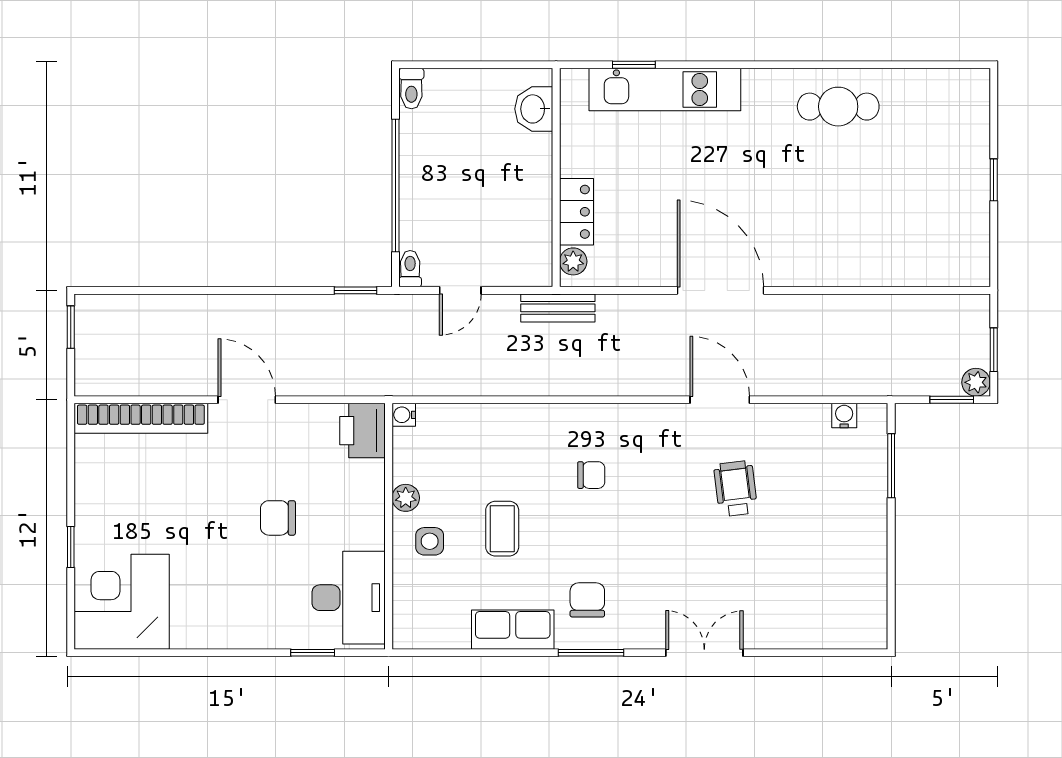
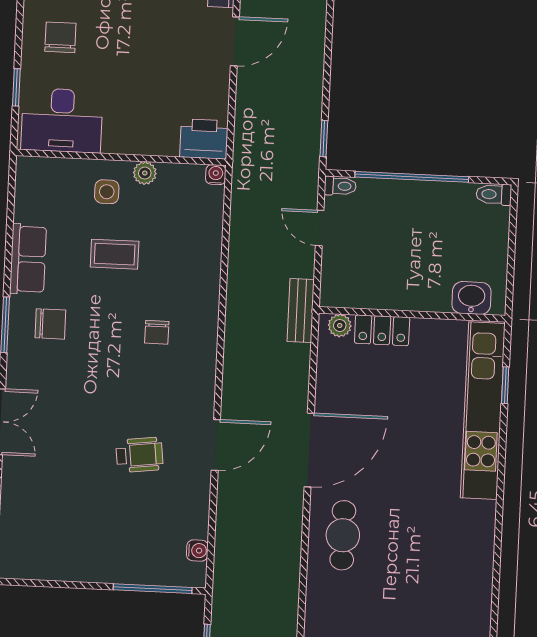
kitchen unit: (665, 89) -> (483, 411), width x1.36
cafe table: (838, 107) -> (343, 535), moved
window: (891, 466) -> (153, 589), width x1.44
chair: (278, 518) -> (60, 37), moved

